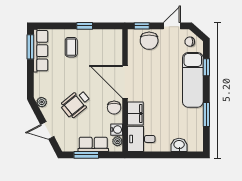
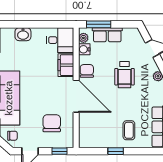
chair: (149, 41) -> (52, 123), moved
wheelchair: (76, 104) -> (124, 75), turned 129
window: (86, 155) -> (99, 24), moved

